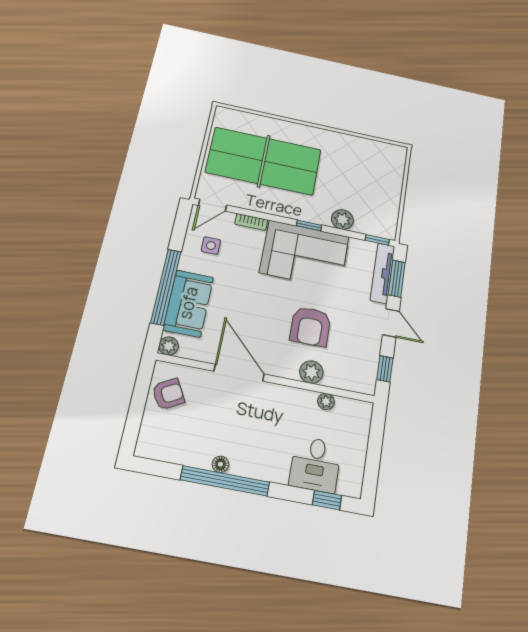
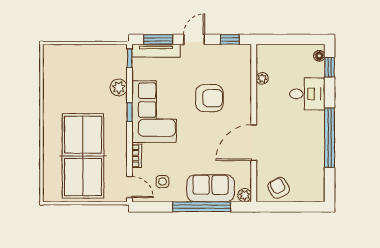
plant: (311, 372) -> (243, 92), removed
floor lamp: (220, 464) -> (319, 56), moved
desk: (315, 464) -> (307, 94), moved

